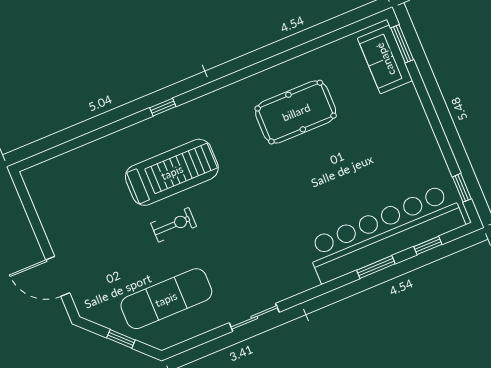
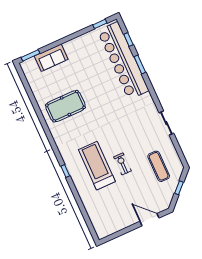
sofa: (385, 59) -> (51, 58), moved
pool table: (296, 112) -> (65, 106), turned 90
door: (58, 276) -> (150, 220), swing flipped
exercise mat: (166, 299) -> (159, 166), width x0.73, depth x0.69

